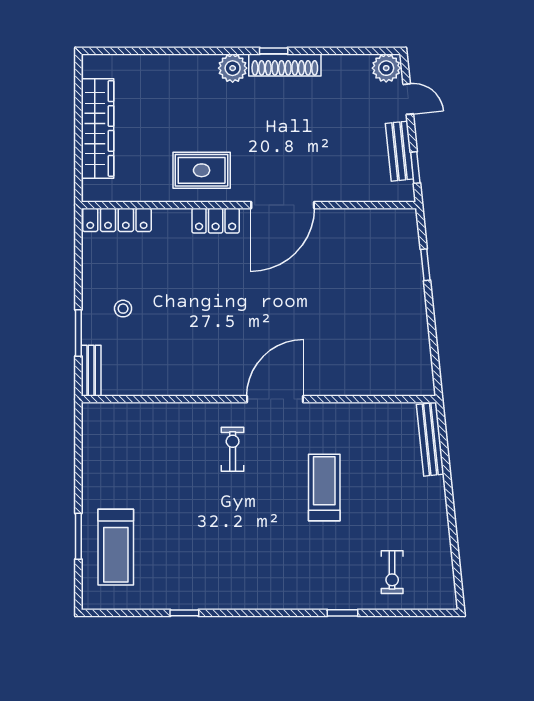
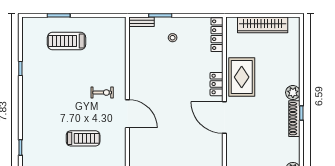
rug: (202, 170) -> (242, 77), width x1.36, depth x1.43
treadmill: (116, 547) -> (67, 41), moved

